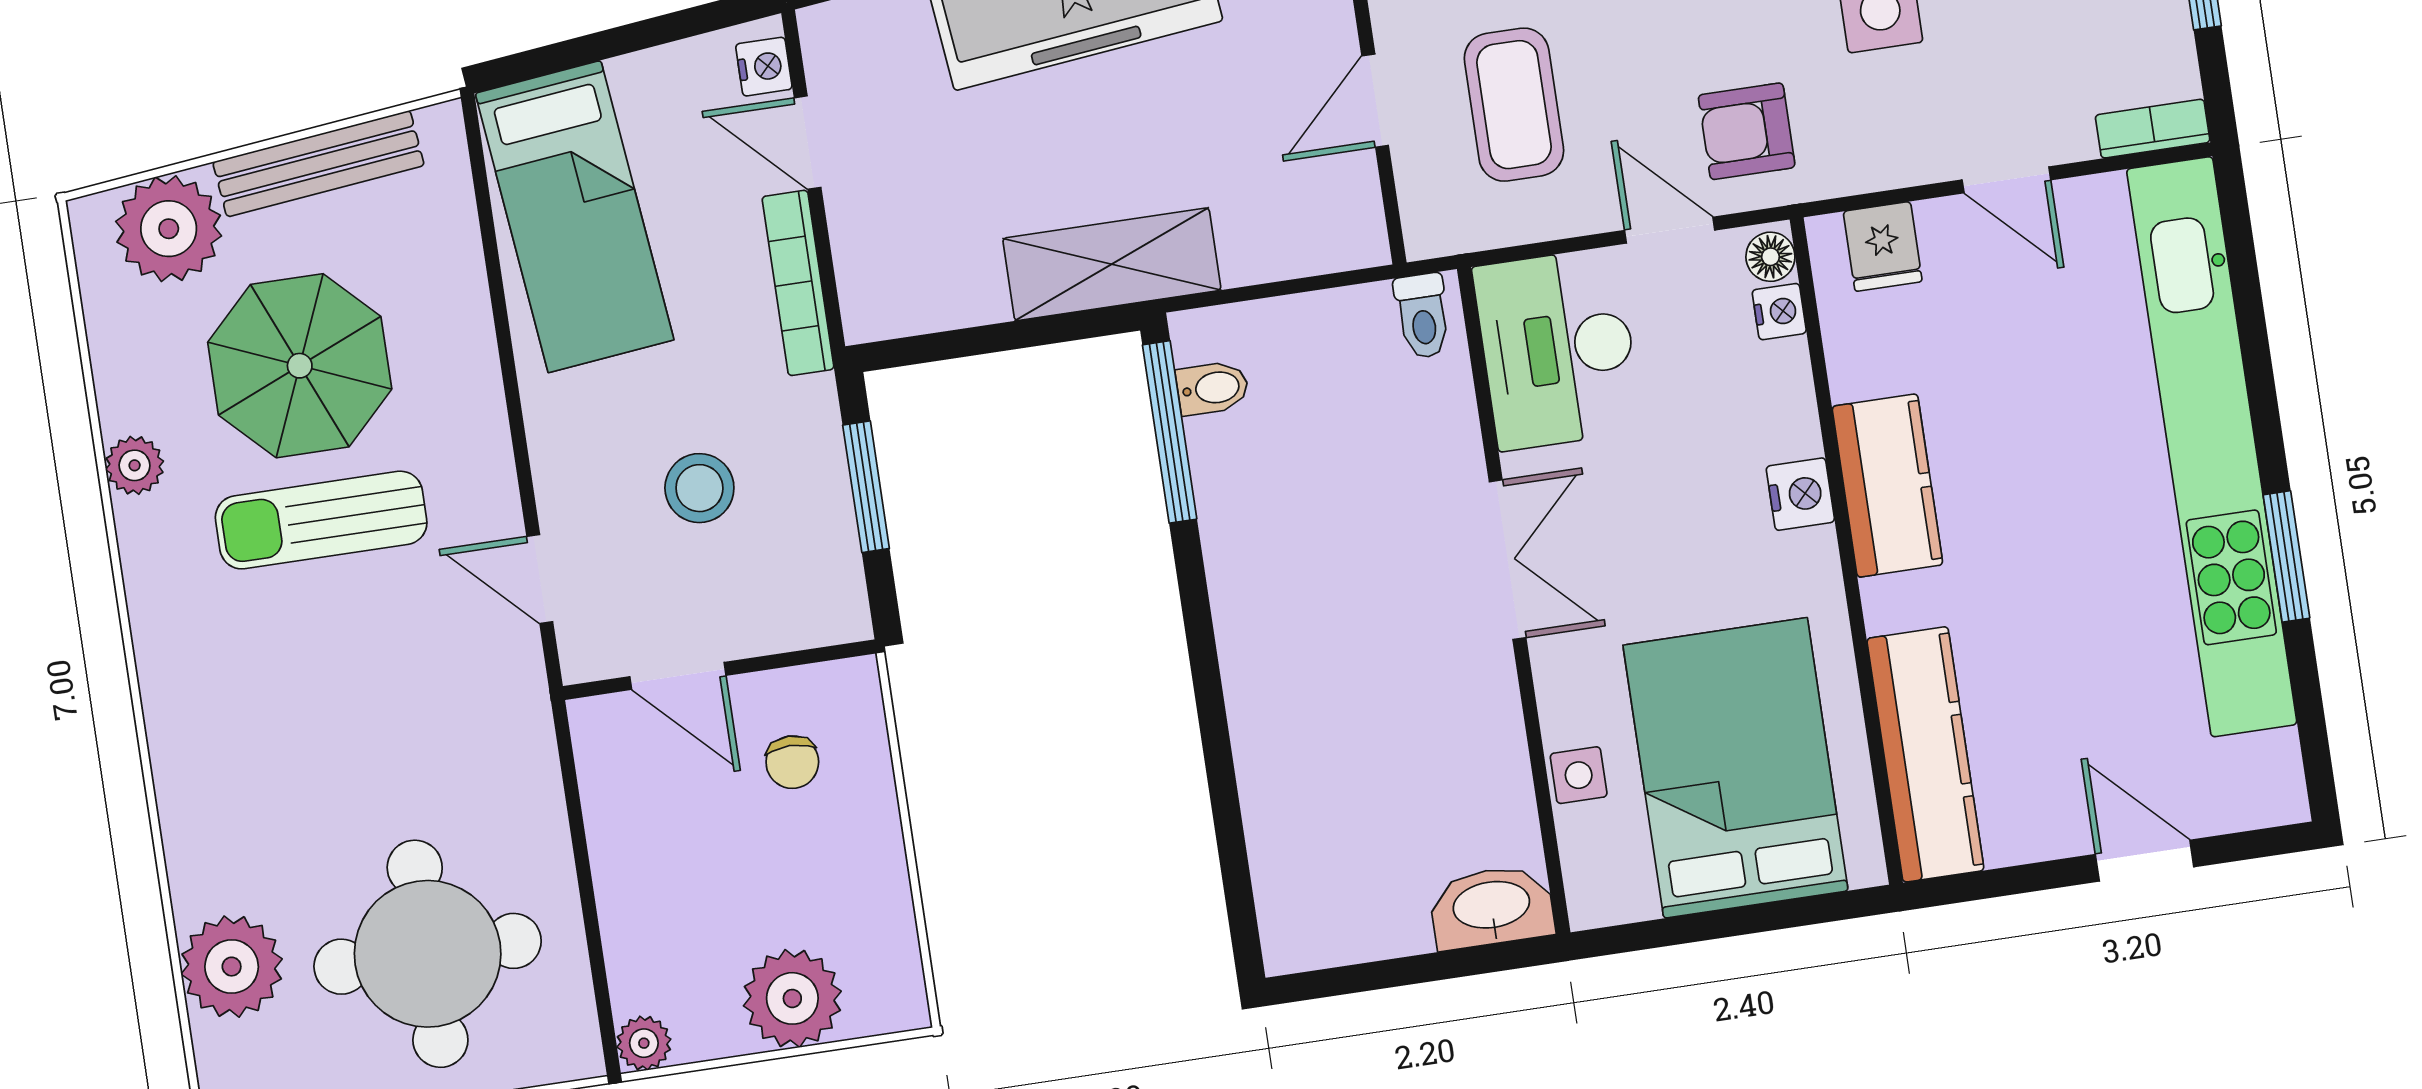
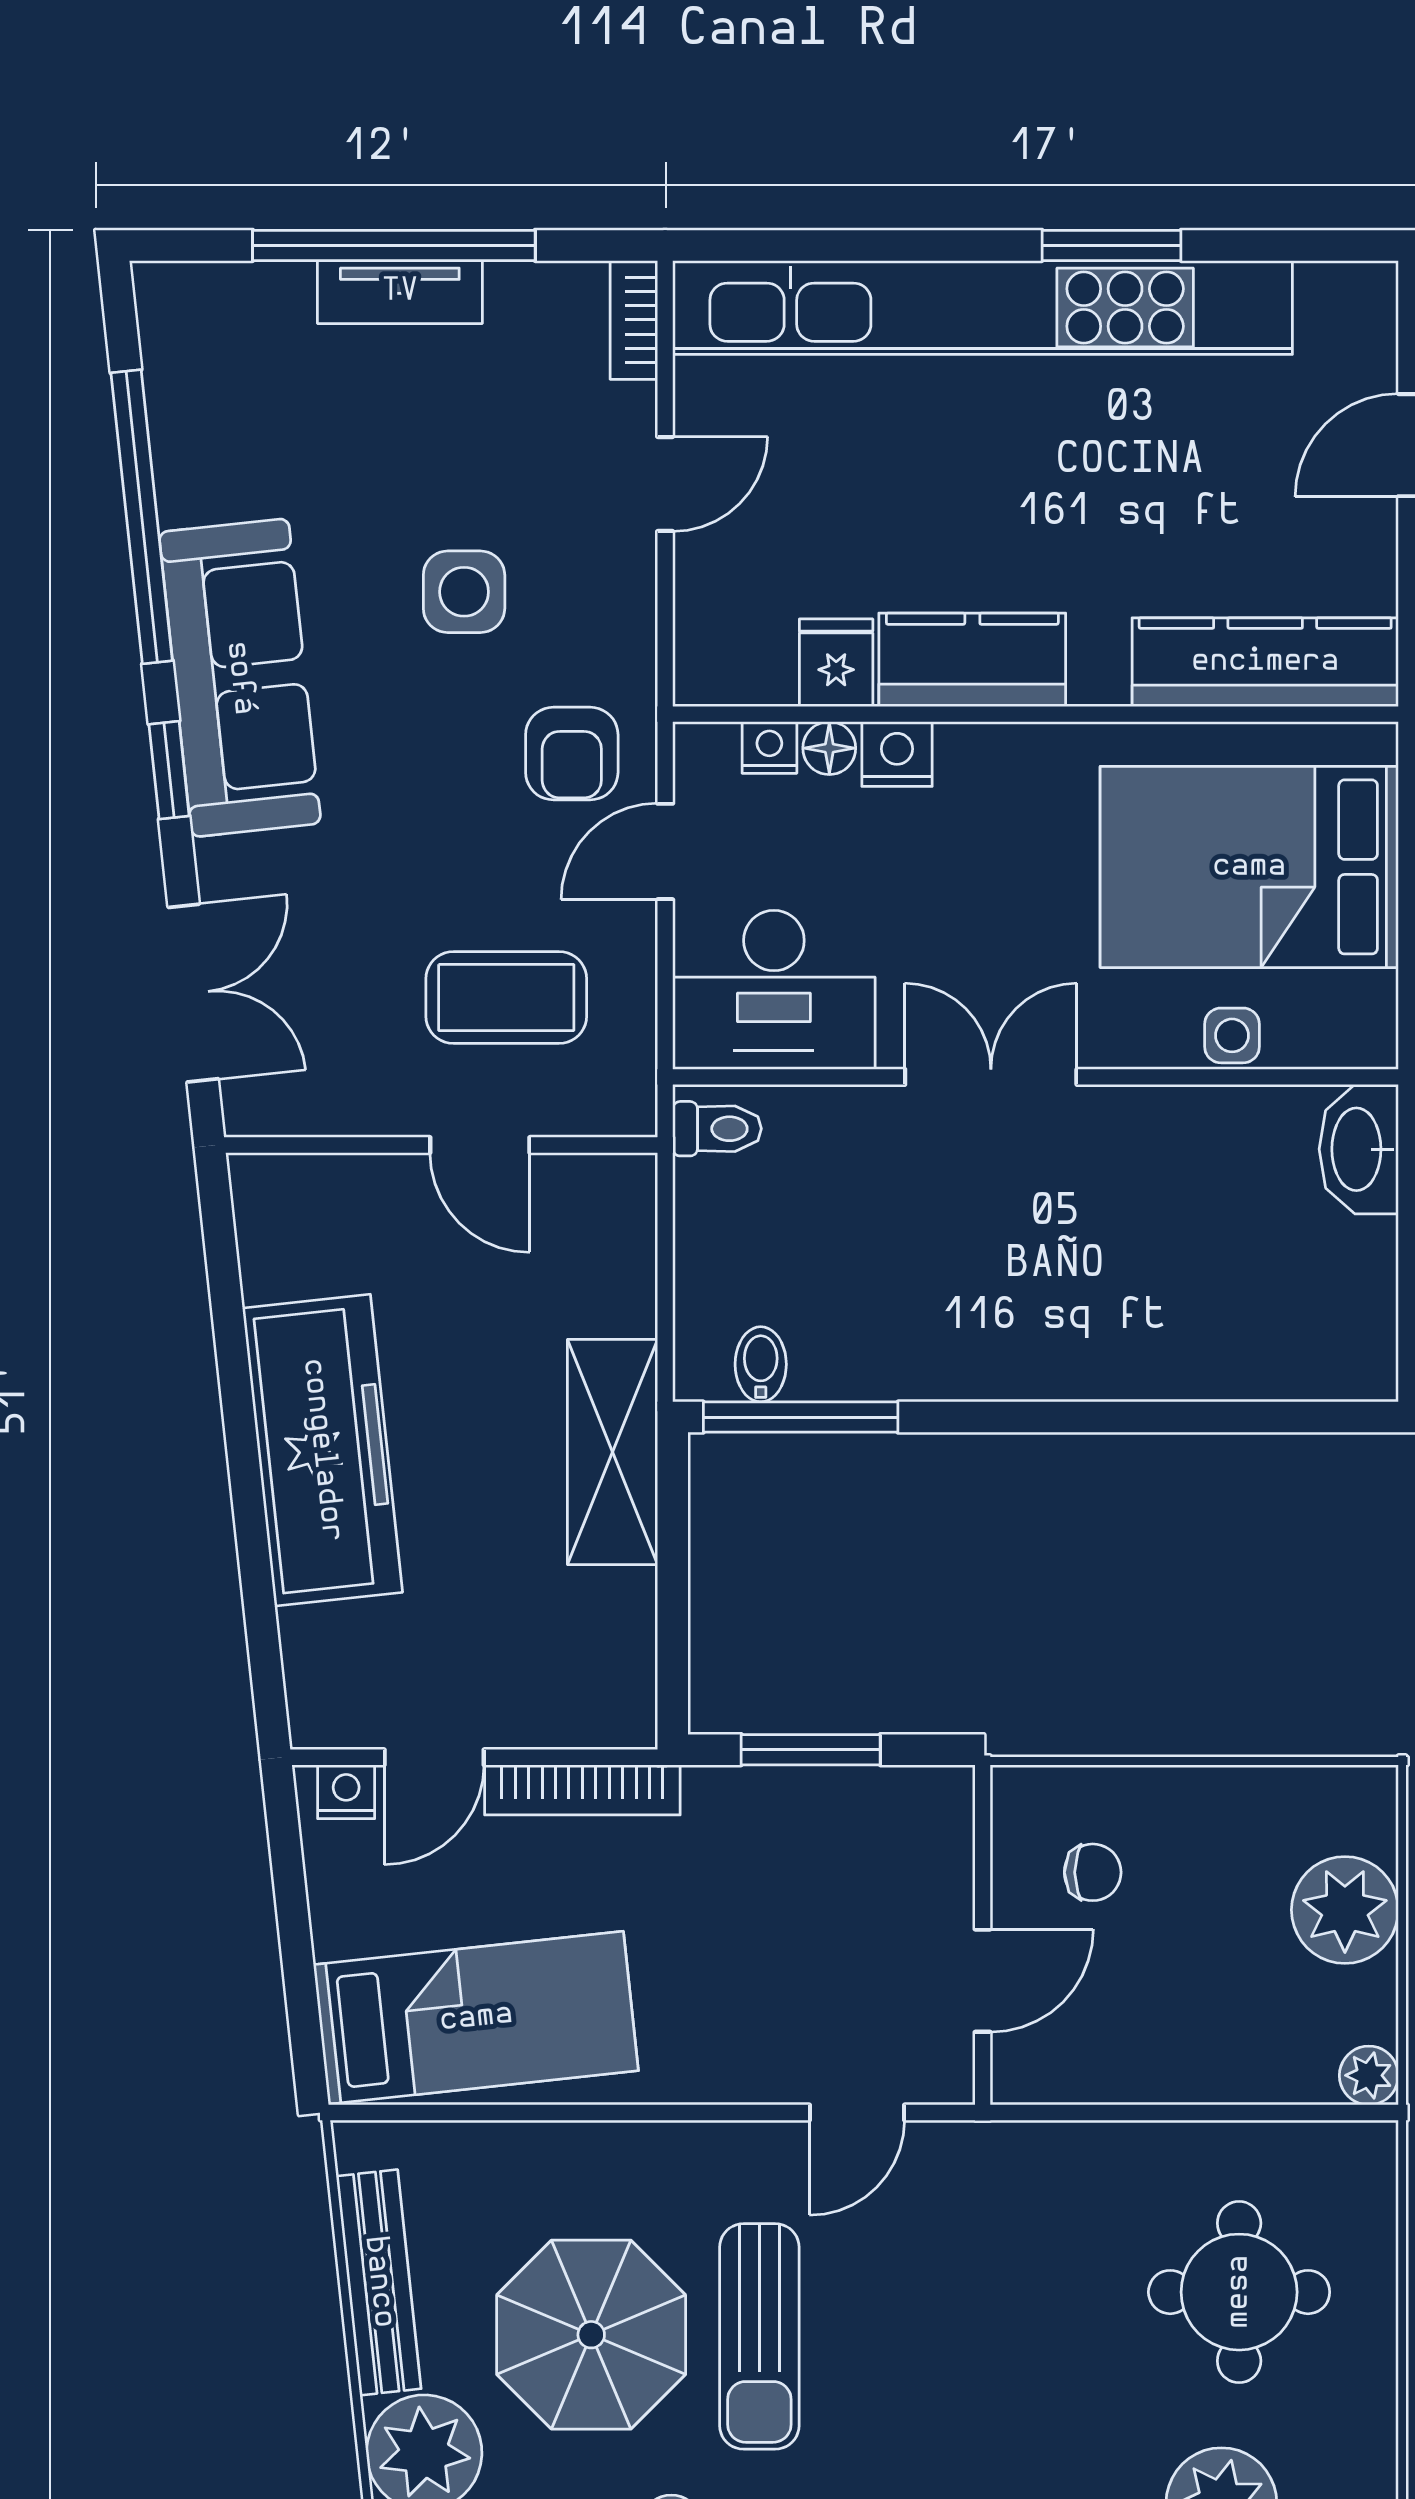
fridge: (1883, 246) -> (836, 663), moved, turned -90
floor lamp: (1770, 257) -> (829, 748), moved
stool: (699, 488) -> (786, 1928), removed
nightstand: (1800, 494) -> (897, 754), moved
round table: (428, 954) -> (1239, 2292), width x0.73, depth x0.73

